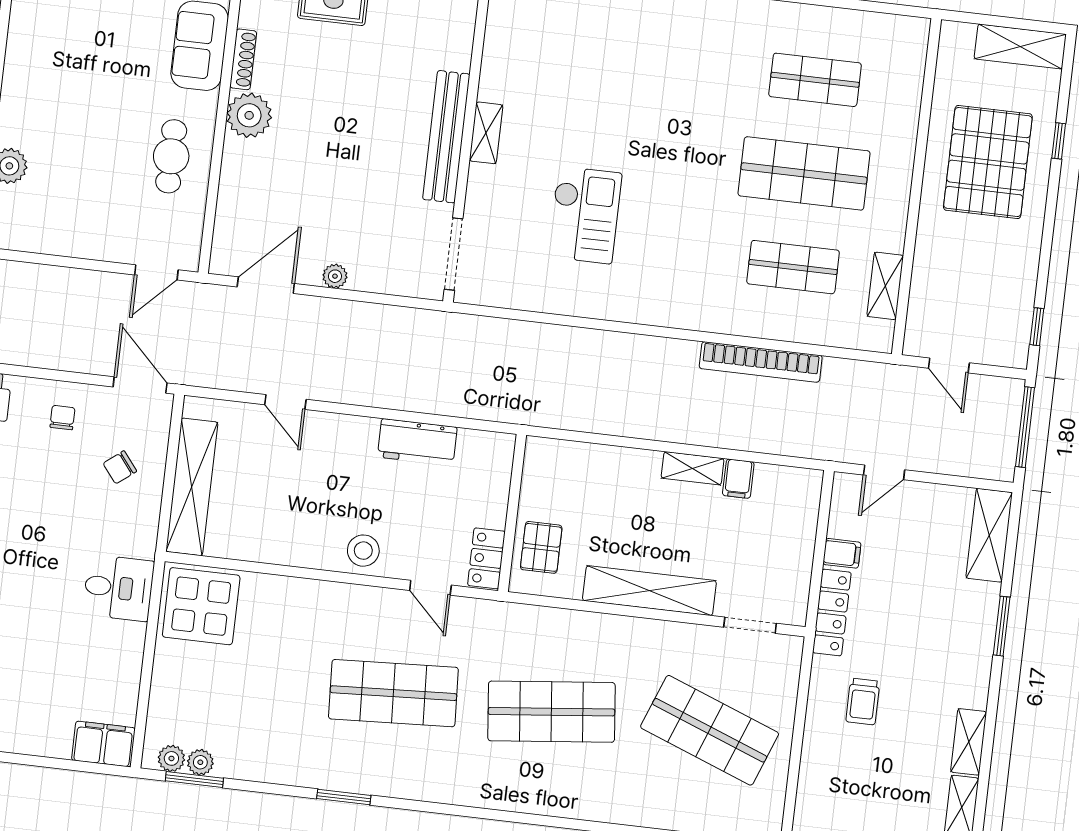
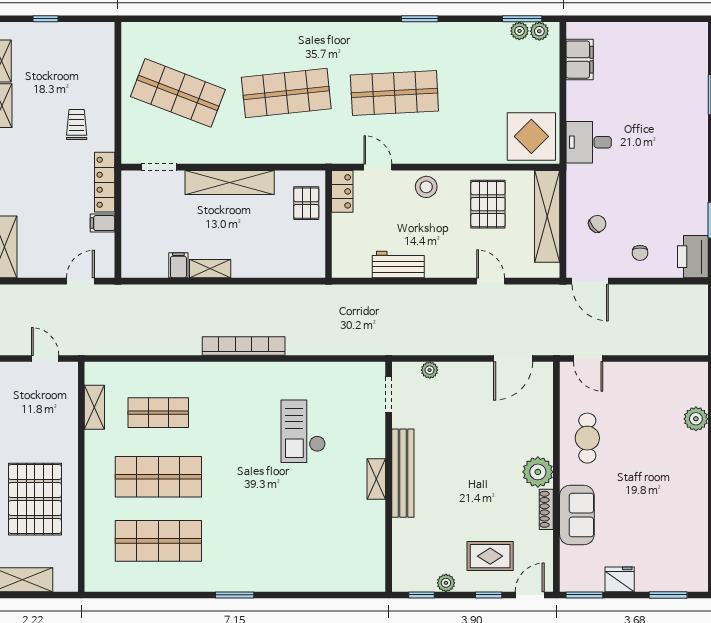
shop shelf: (815, 80) -> (158, 541), width x1.43, depth x1.36
doorway: (454, 254) -> (389, 394), width x0.73
door: (156, 272) -> (588, 358), swing flipped
plant: (335, 276) -> (430, 370), moved
bookcase: (761, 362) -> (244, 346), moved
pallet: (276, 515) -> (488, 204), added
filing cabinet: (103, 744) -> (580, 60), moved, turned -90

